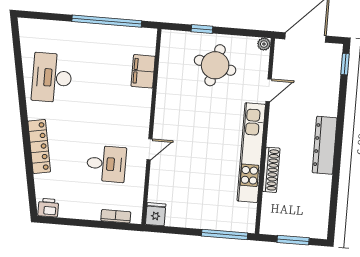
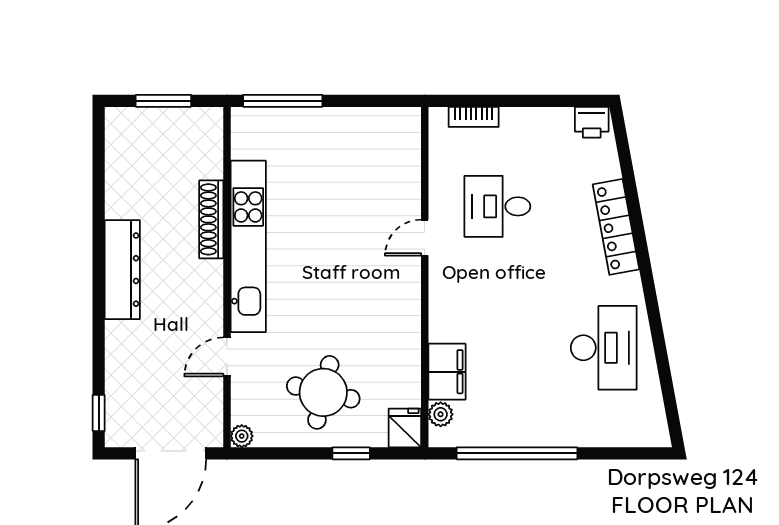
plant: (149, 47) -> (441, 414), added
fridge: (156, 214) -> (405, 428), moved, turned 180

